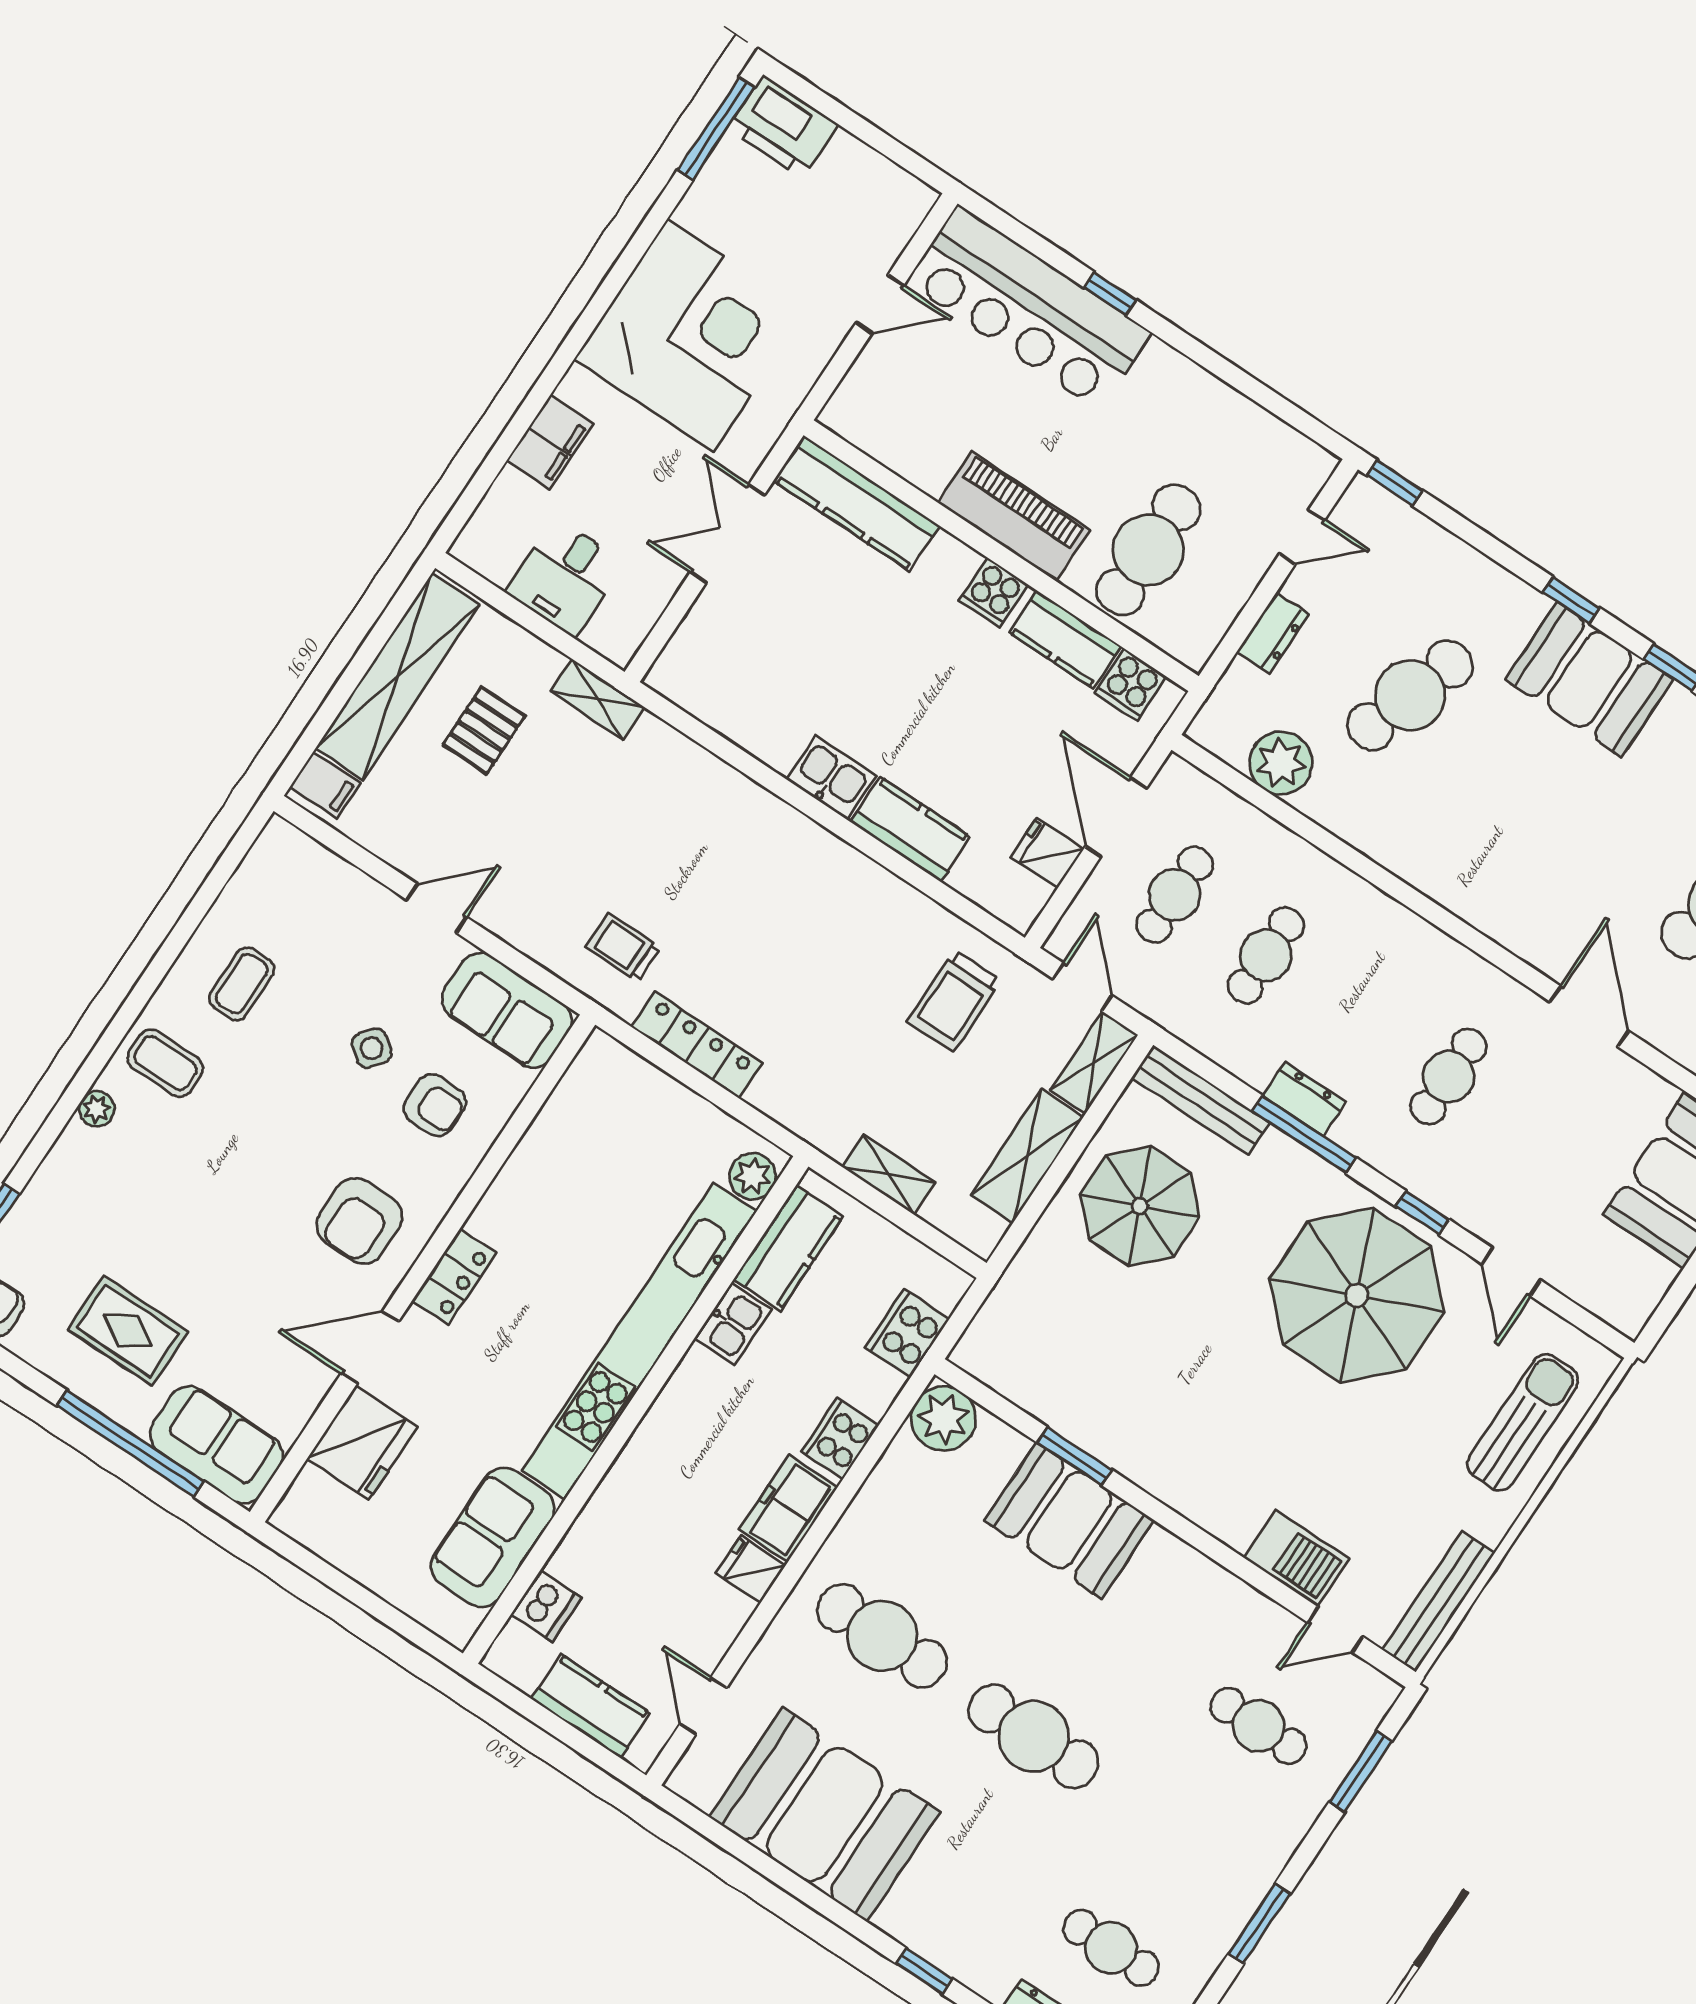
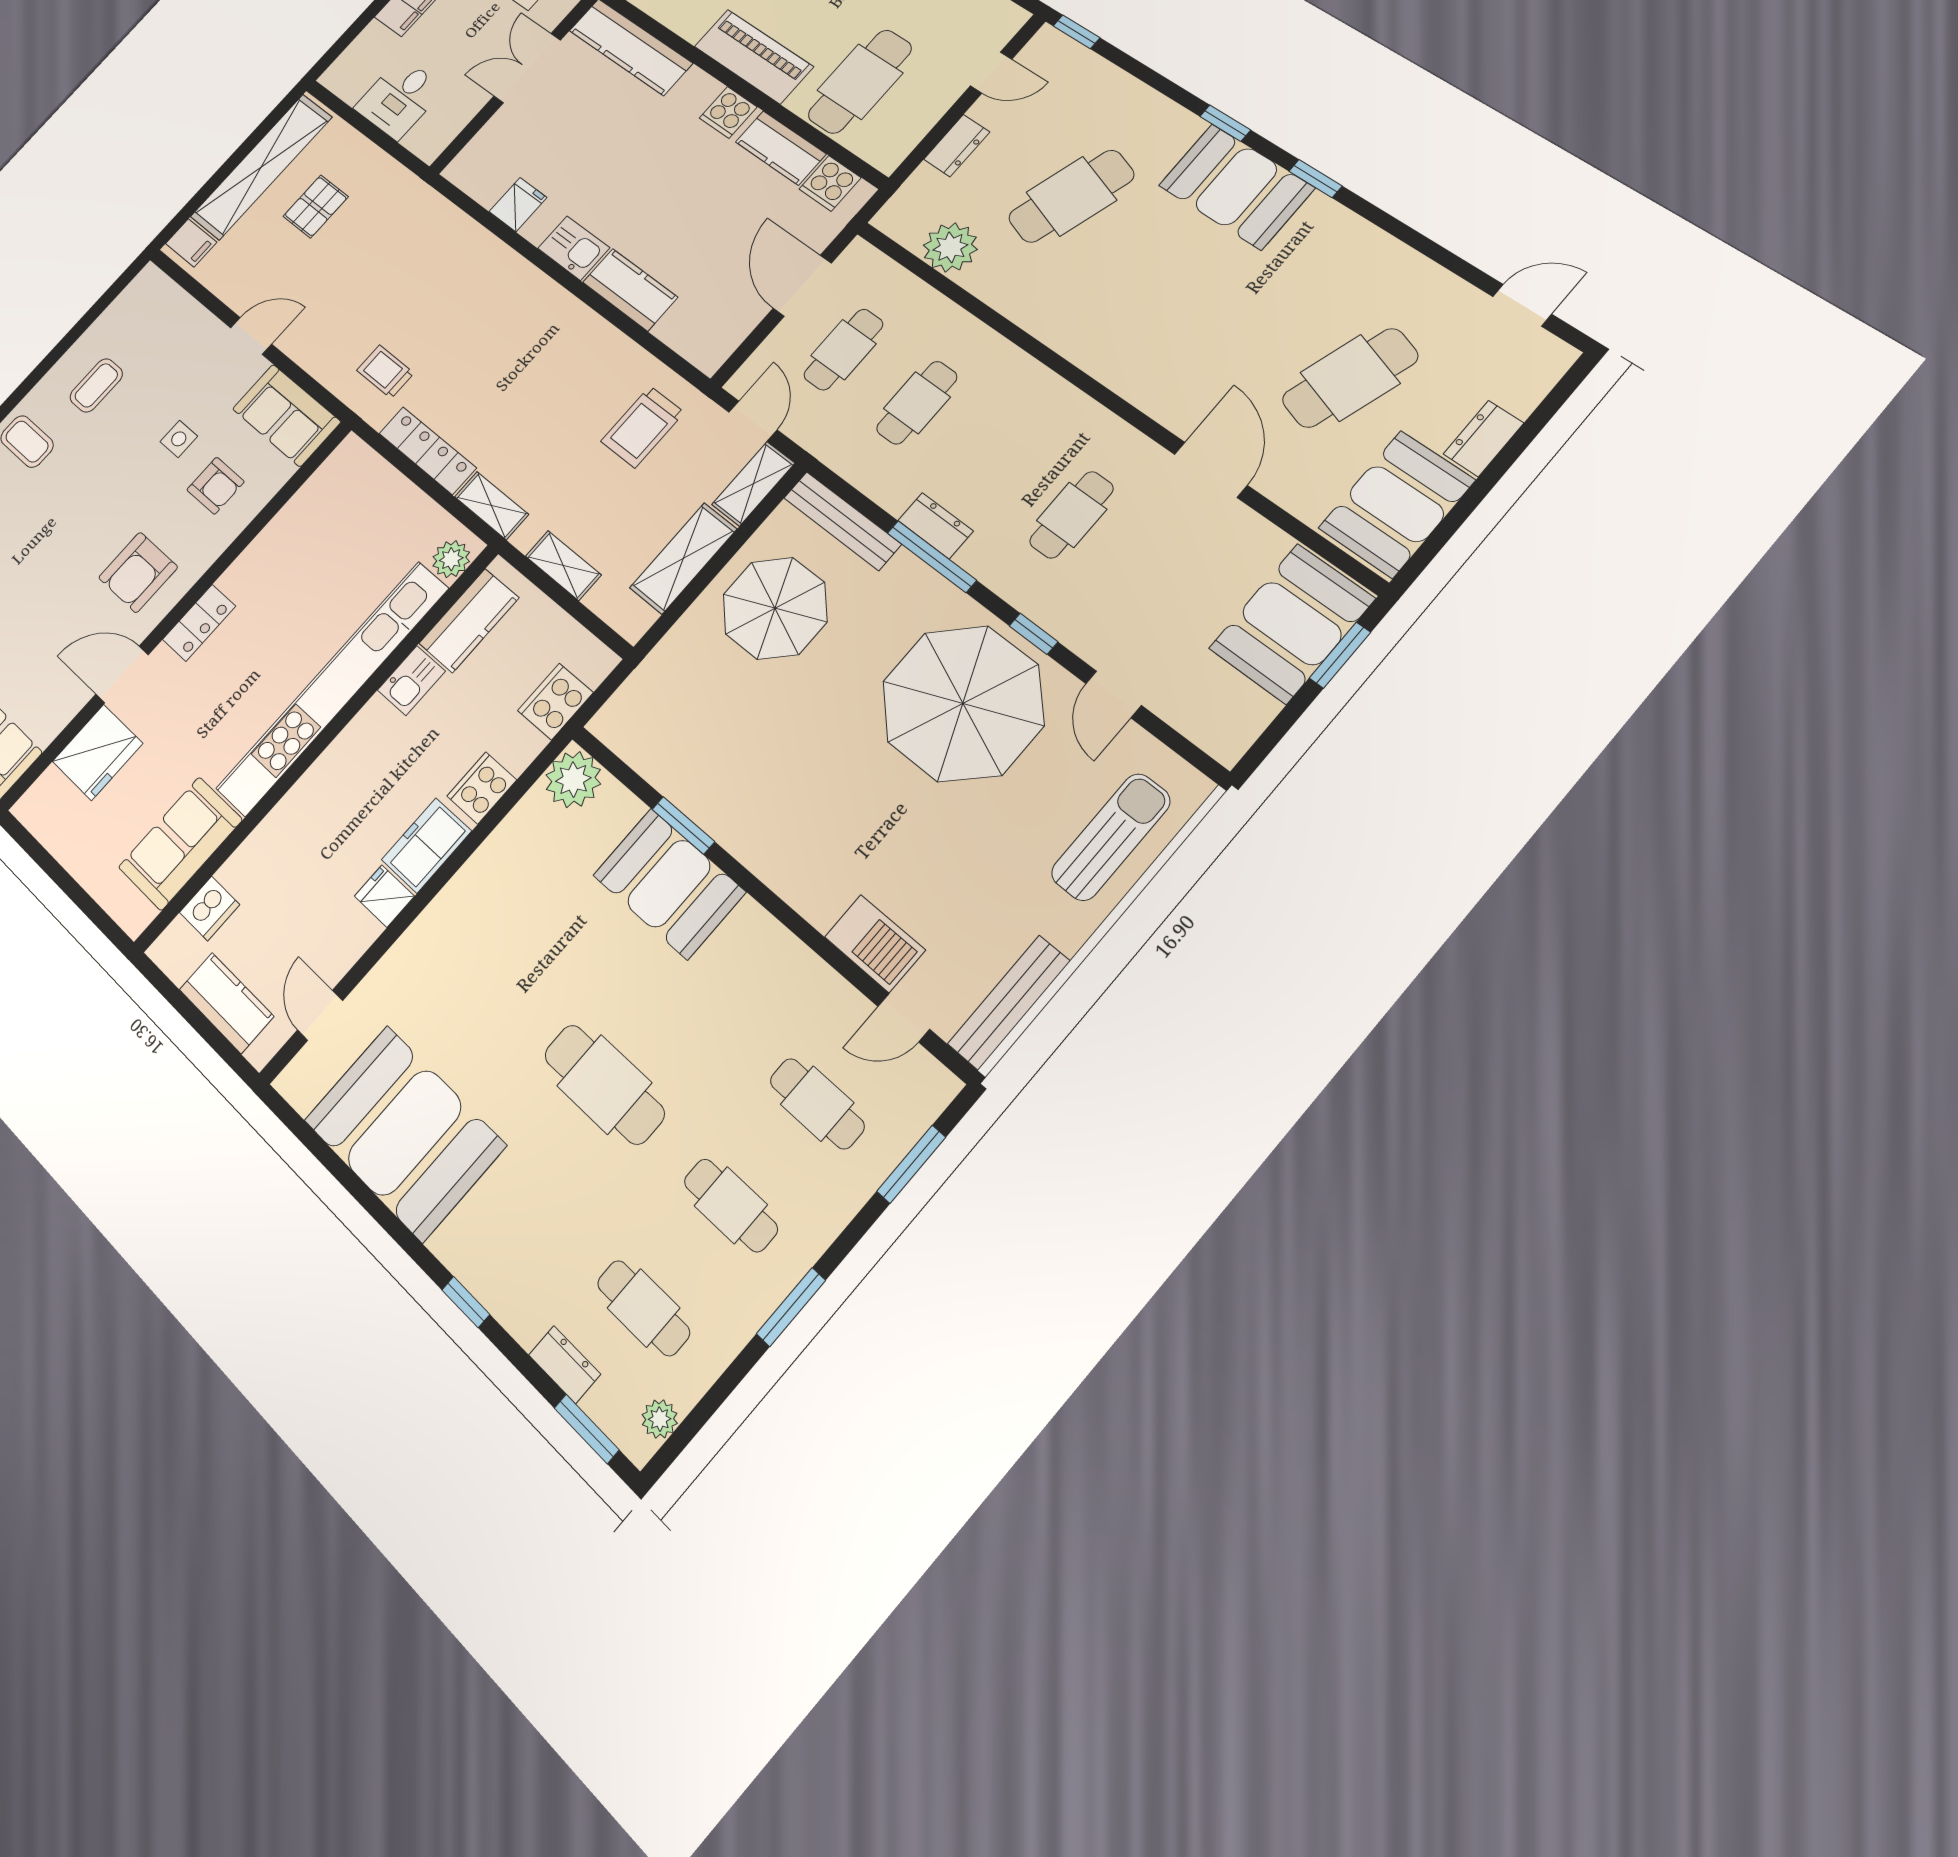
shelving: (598, 699) -> (492, 506), moved
fridge: (1047, 853) -> (518, 205), moved, turned 90
side table: (372, 1048) -> (179, 439), turned -38
cafe table: (882, 1636) -> (731, 1205), moved, width x0.73, depth x0.74

